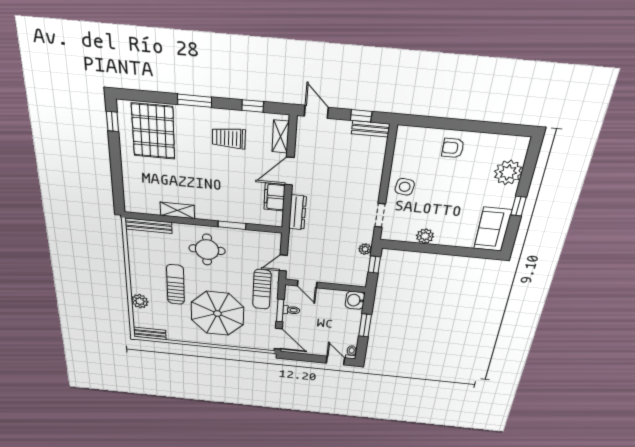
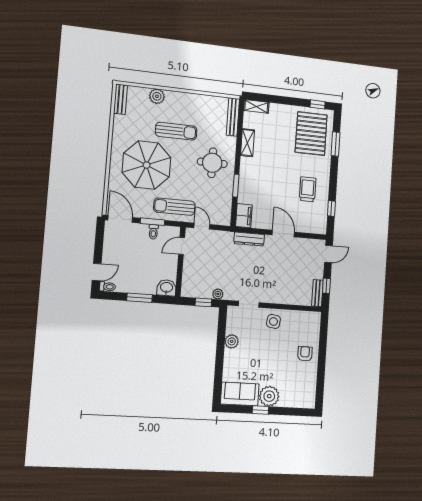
window: (195, 101) -> (336, 144), moved
pallet: (153, 131) -> (311, 134), turned 90
shelving: (281, 137) -> (256, 106), moved
plant: (508, 172) -> (269, 396), moved
filing cabinet: (274, 197) -> (244, 216), moved, turned 90
door: (278, 339) -> (120, 219), swing flipped

